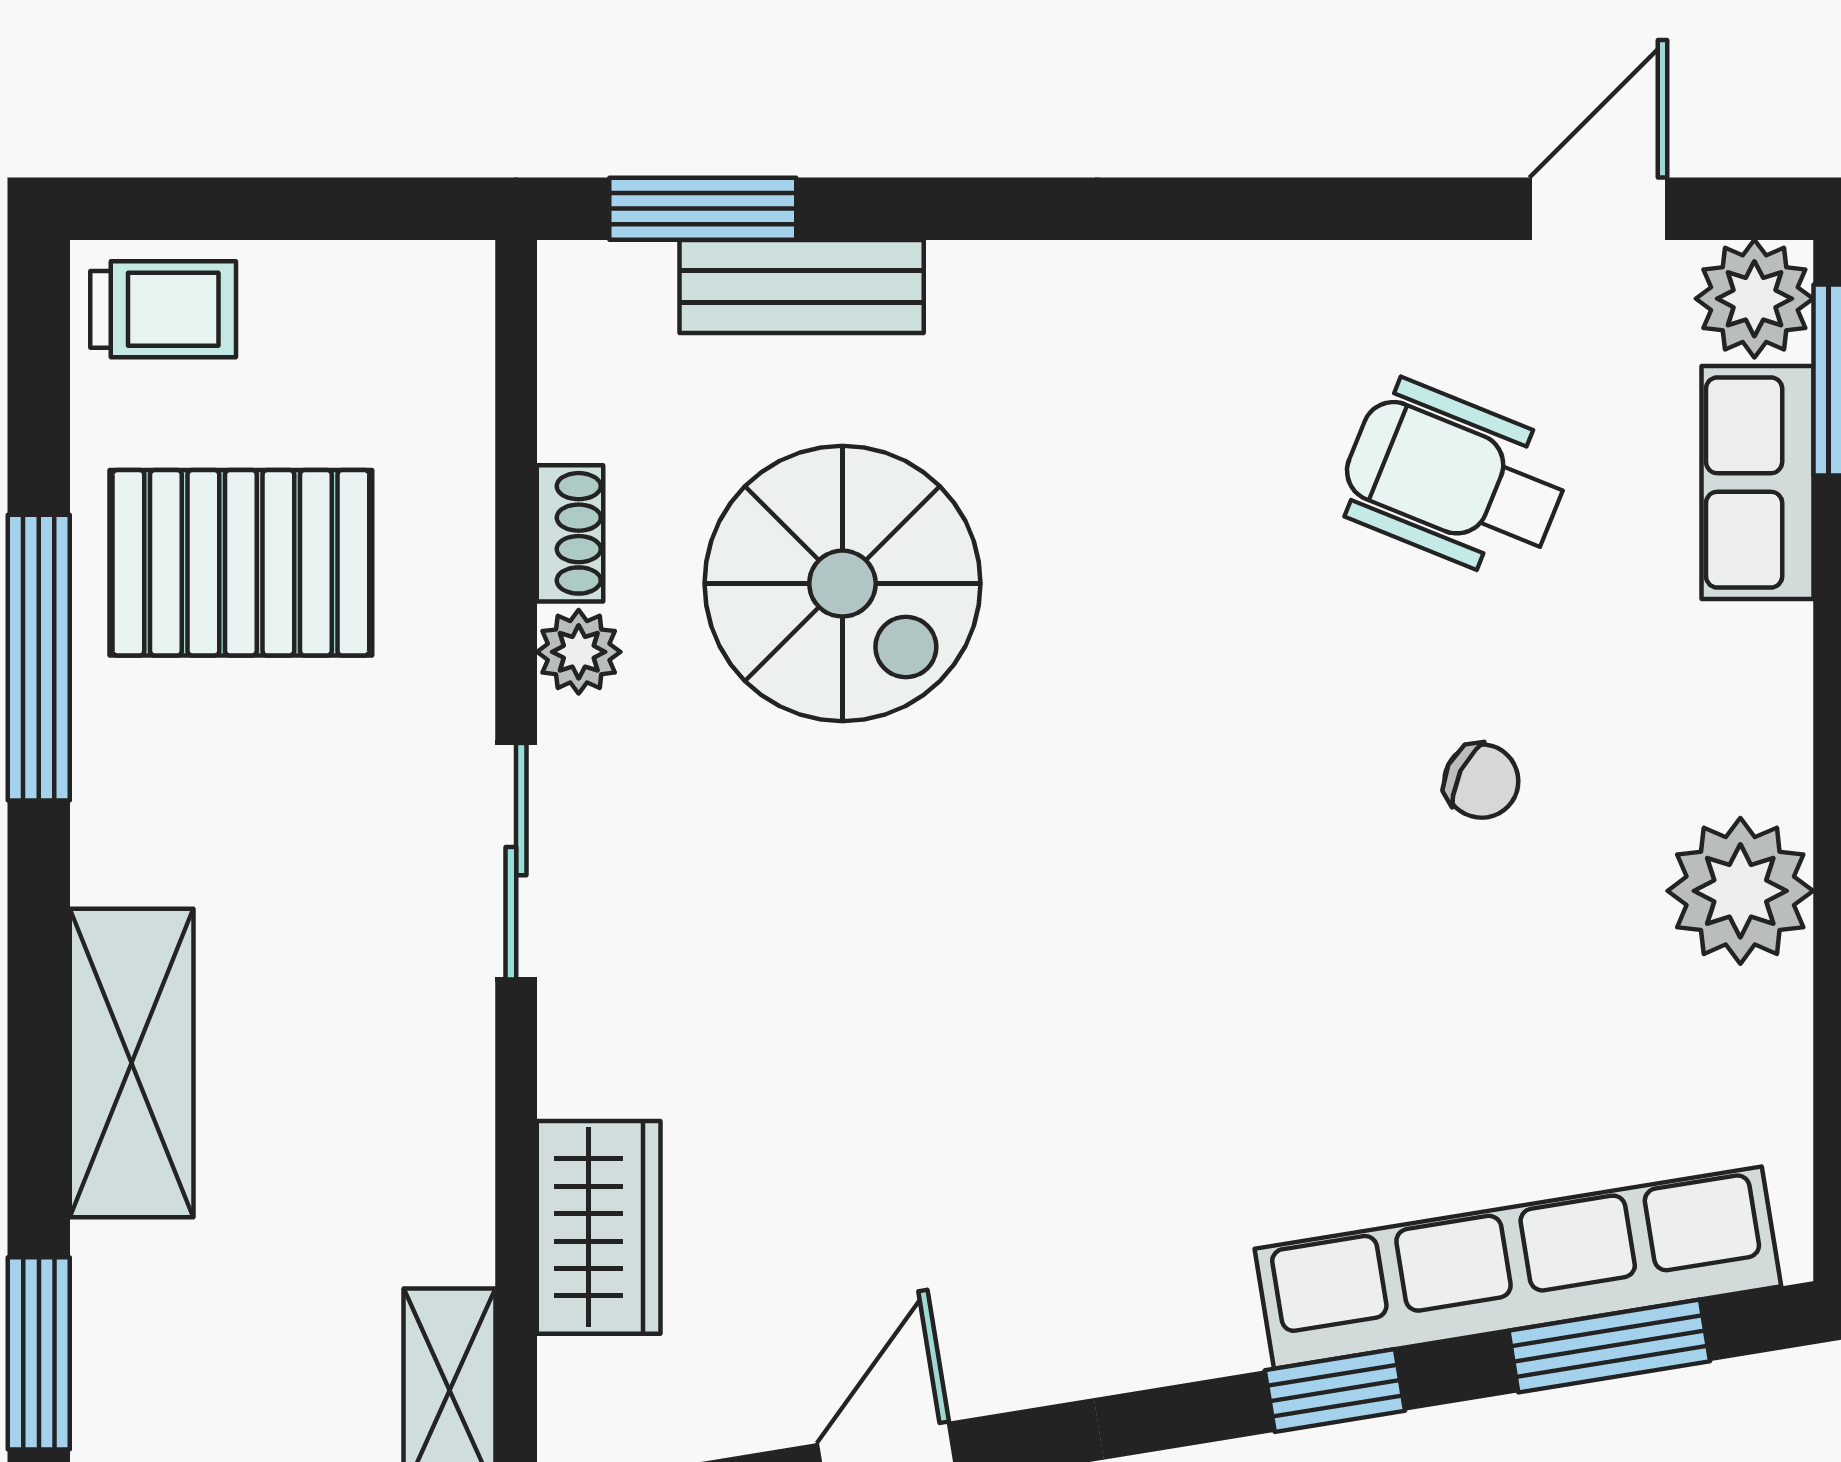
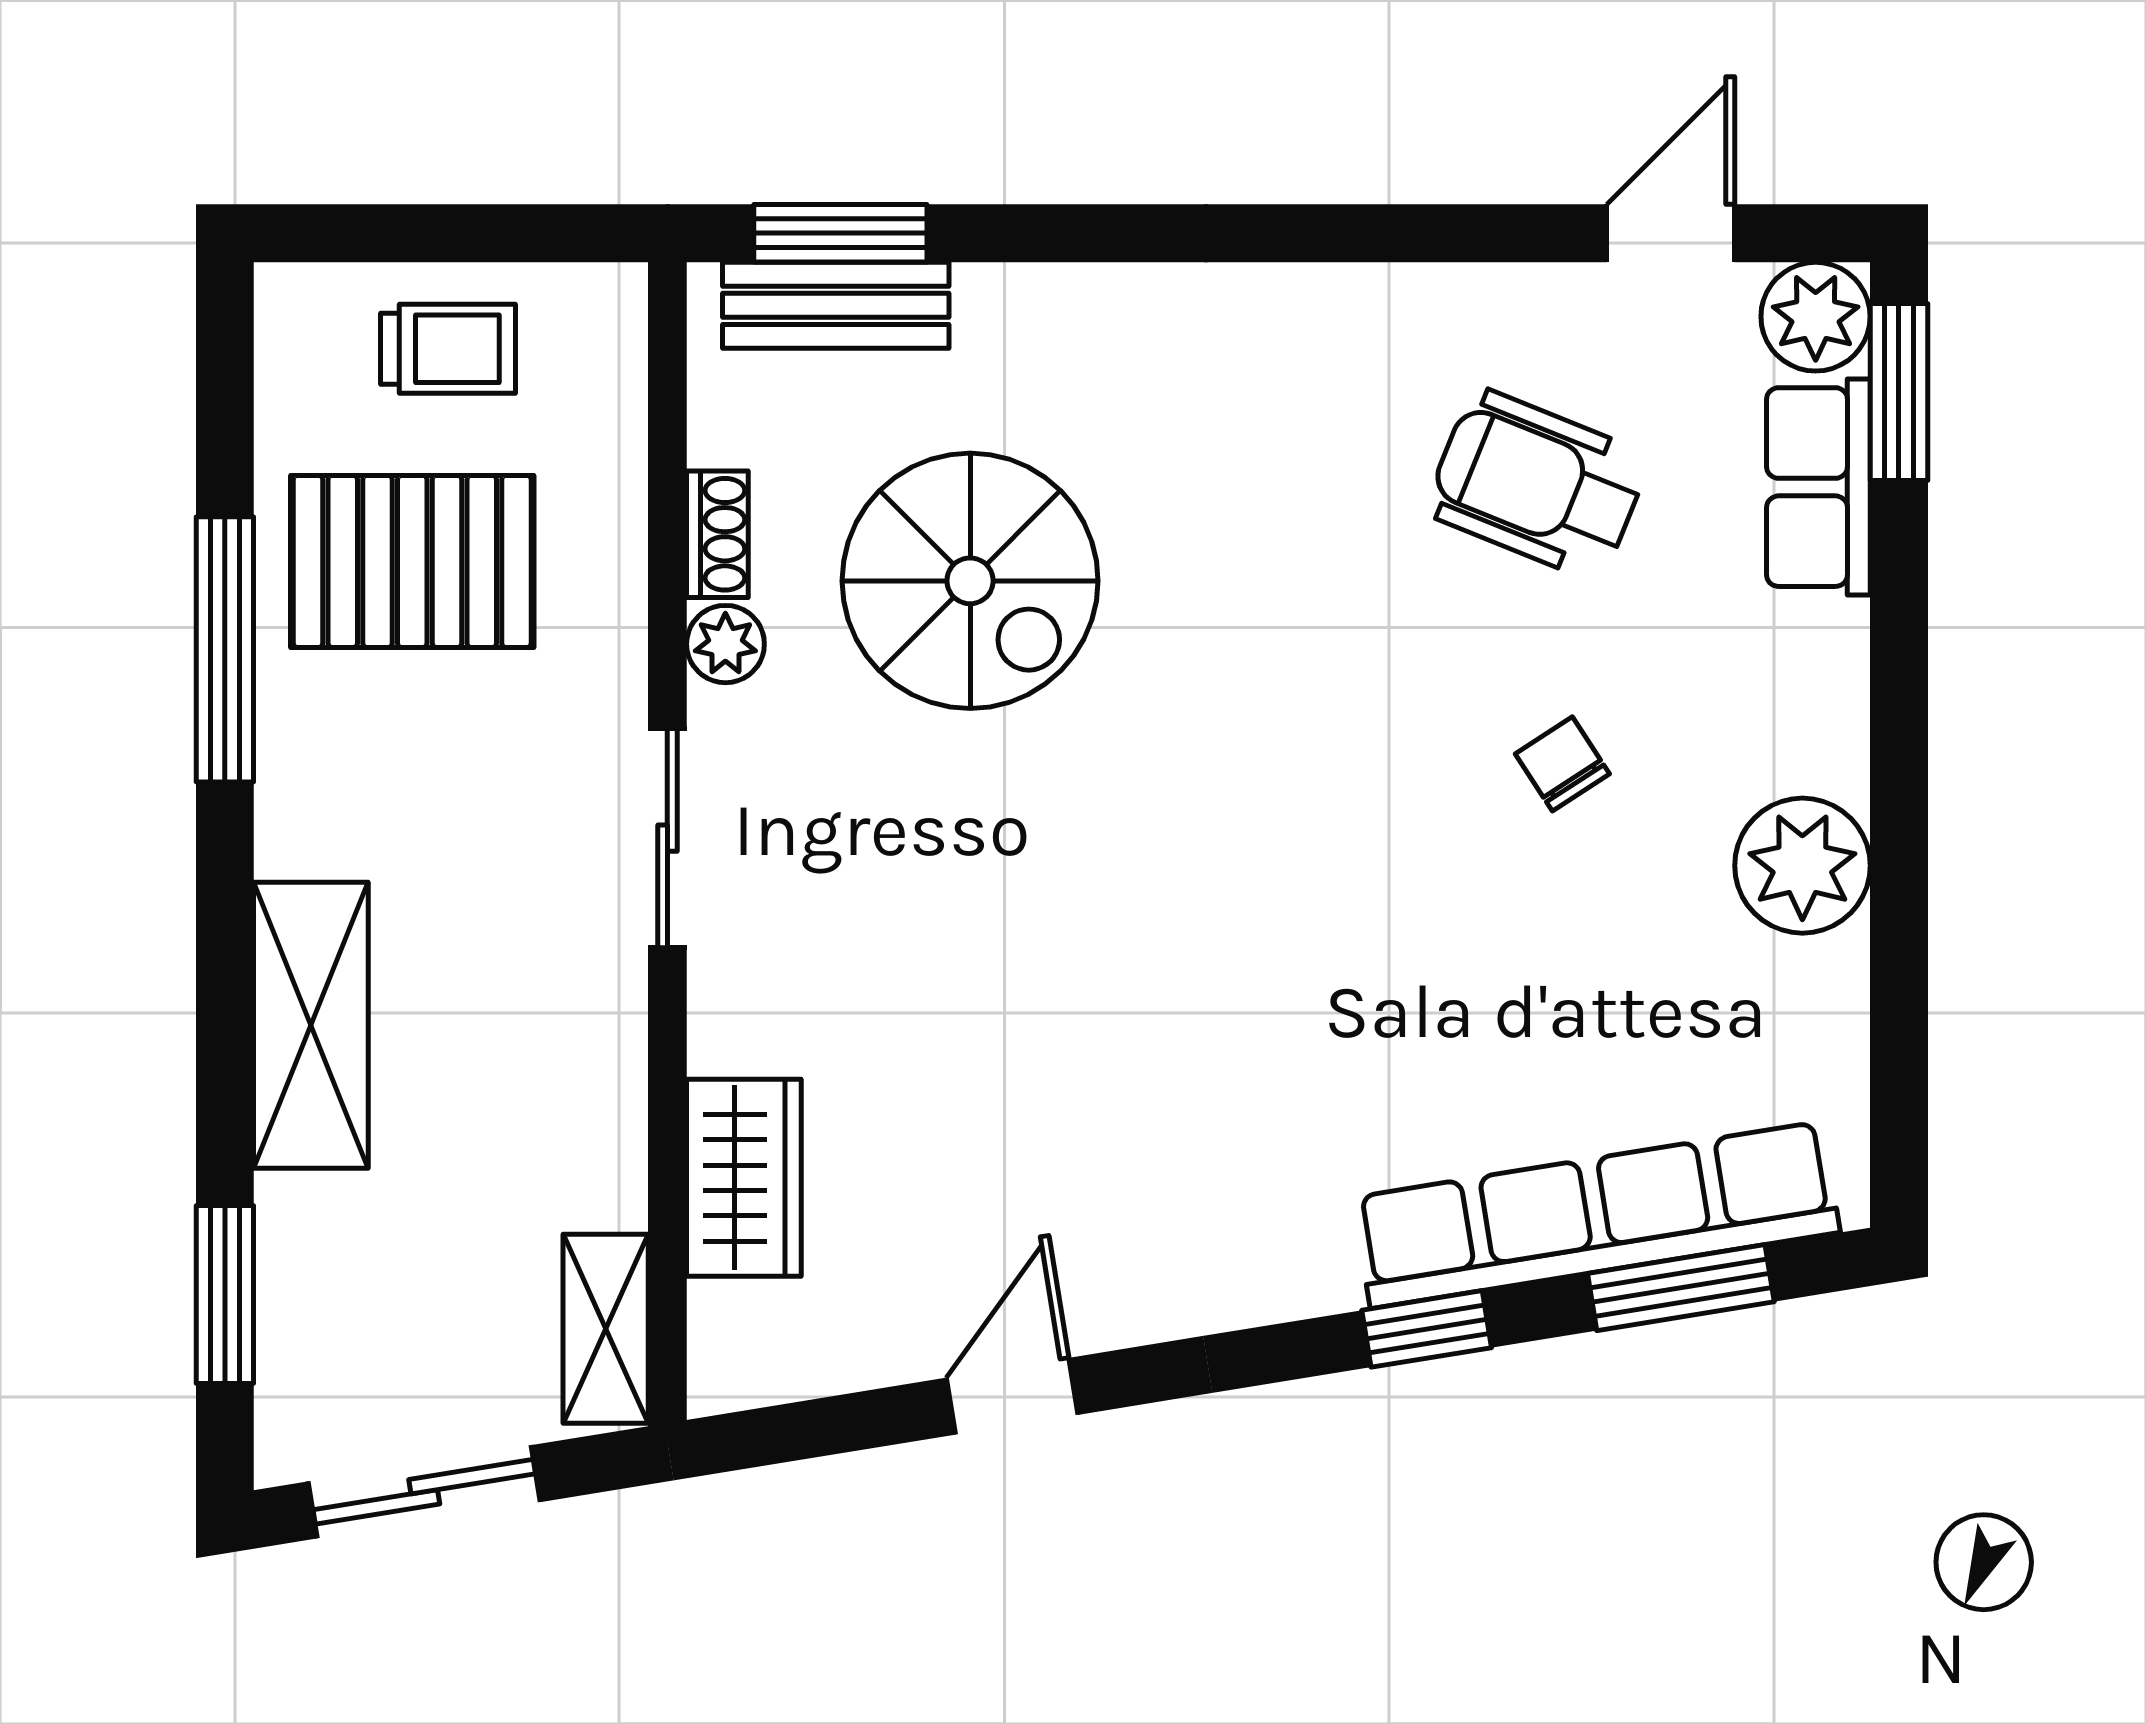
bench: (802, 286) -> (836, 305), moved
trolley: (163, 309) -> (448, 349), moved
chair: (1481, 781) -> (1562, 764), turned -149

